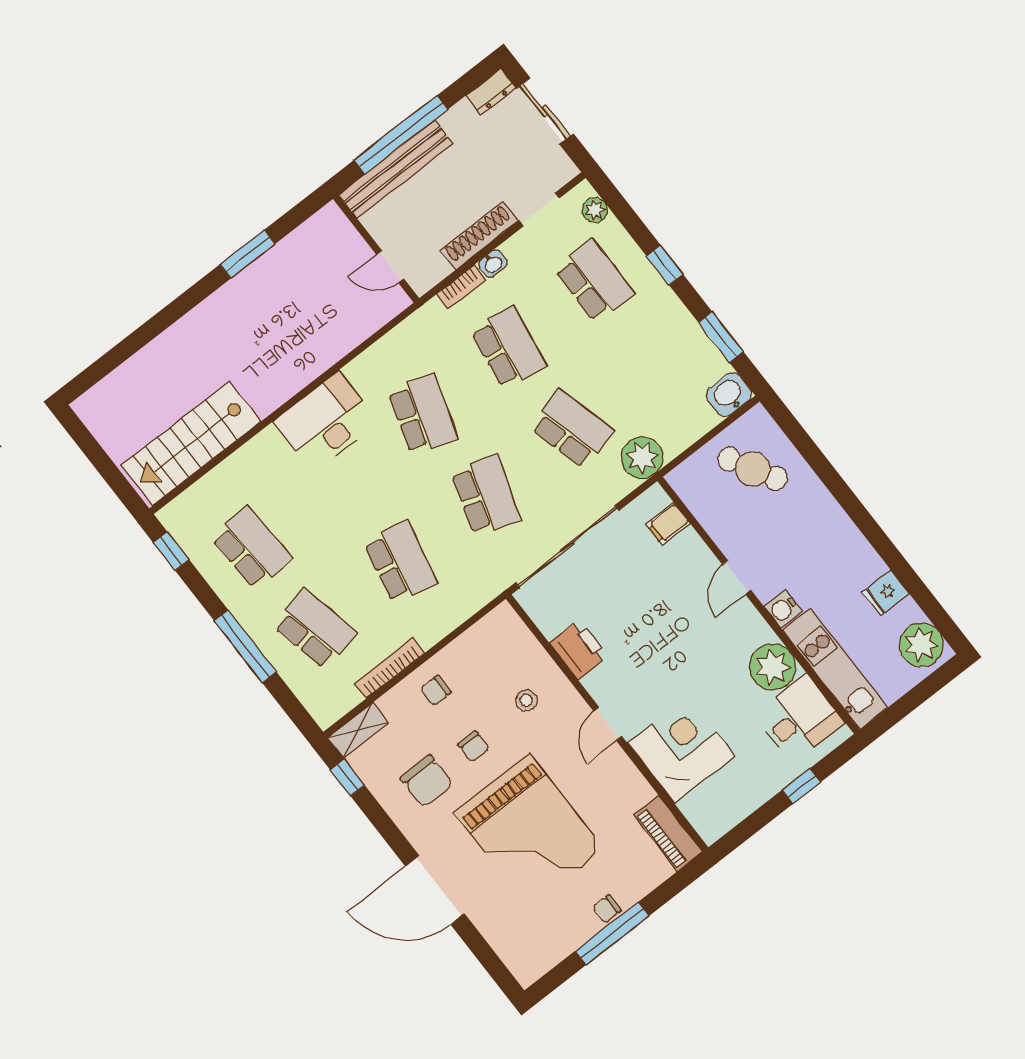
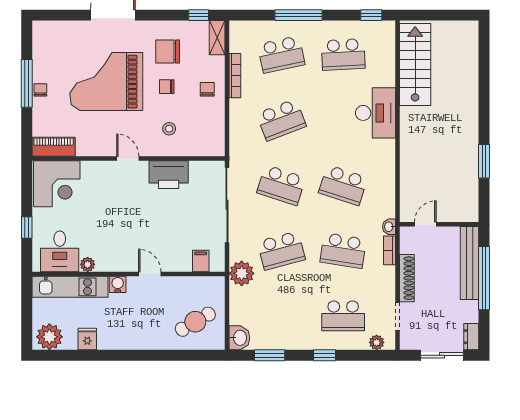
washbasin: (493, 264) -> (389, 227), moved
desk: (326, 422) -> (375, 113), moved
school desk: (400, 562) -> (281, 120), turned -33
printer: (579, 649) -> (169, 175), width x1.37, depth x1.19
plant: (773, 667) -> (88, 264), width x0.53, depth x0.53
corner desk: (681, 750) -> (57, 184), moved

